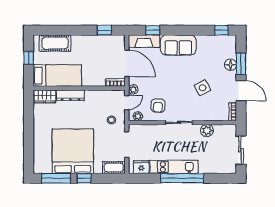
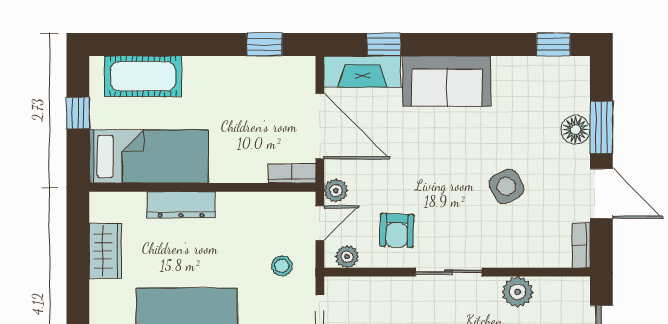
wardrobe: (44, 96) -> (105, 251), moved, turned -90

